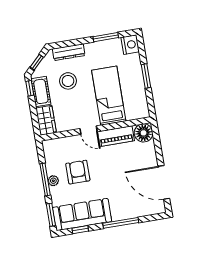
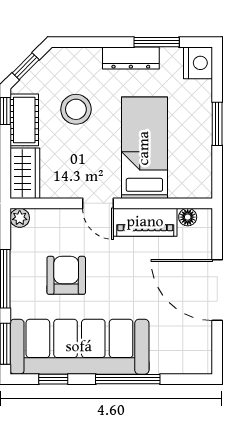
dresser: (69, 52) -> (131, 58), moved
floor lamp: (144, 133) -> (188, 217), width x0.53, depth x0.53
plant: (53, 181) -> (20, 218), moved
door: (164, 182) -> (217, 290), moved
sofa: (82, 214) -> (79, 347), width x1.36, depth x1.27

